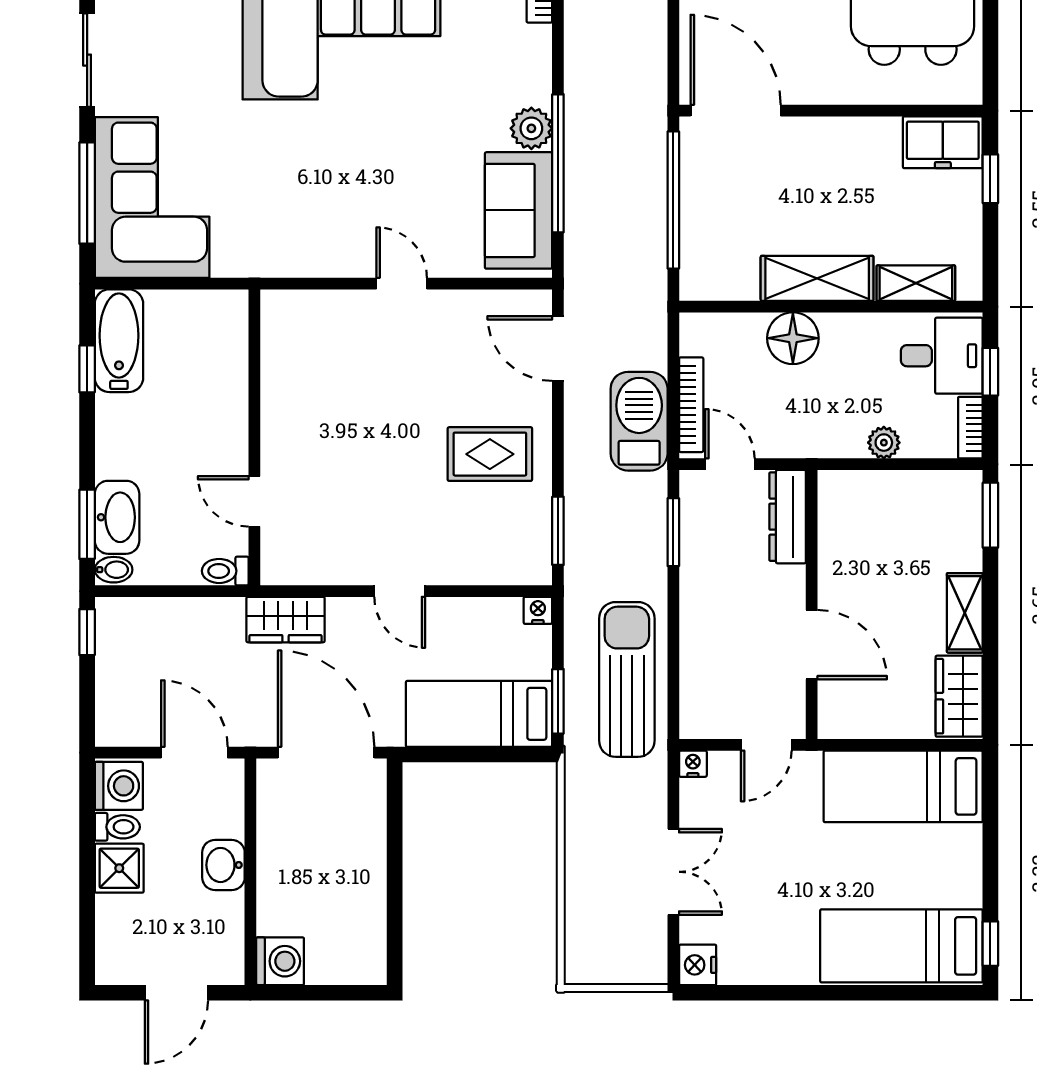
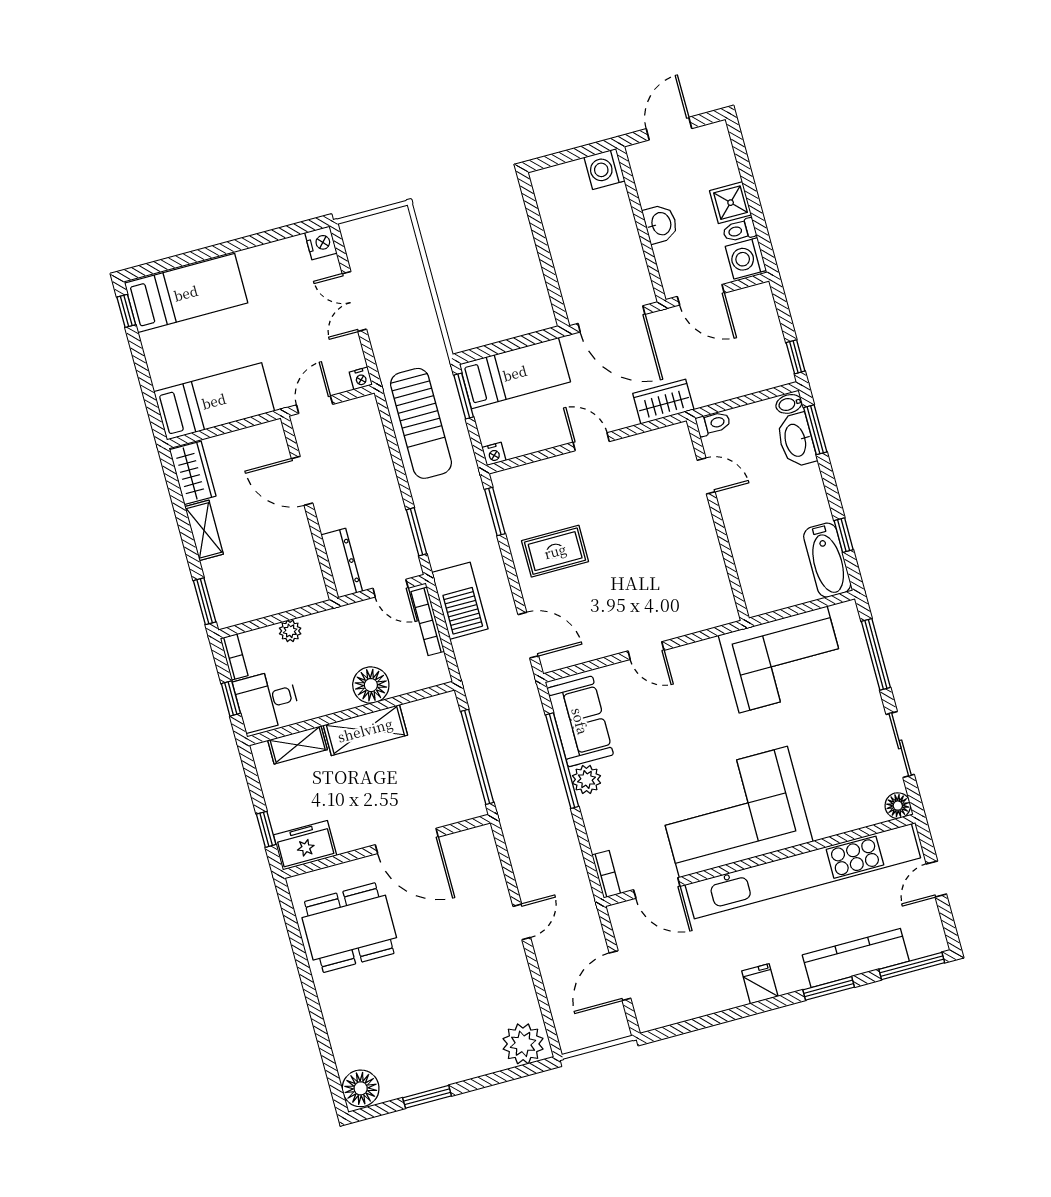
door: (736, 111) -> (407, 841), moved
corner sofa: (152, 197) -> (783, 659), moved, turned -90

